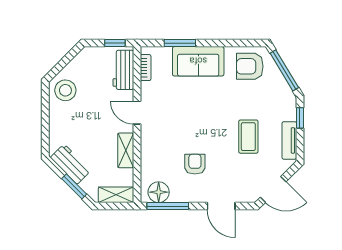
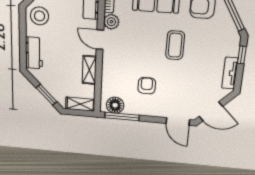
plant: (149, 91) -> (111, 22), added
coffee table: (248, 137) -> (175, 45), moved
workbench: (71, 164) -> (34, 53), moved, turned 45
door: (221, 206) -> (178, 121), moved

